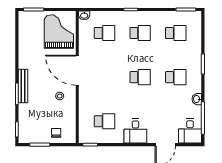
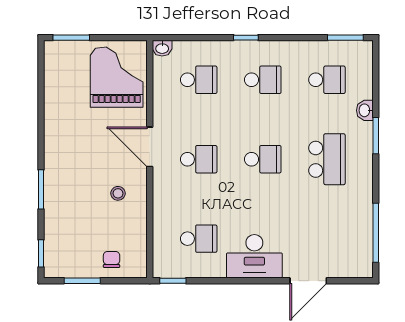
door: (77, 70) -> (150, 147), width x0.73
school desk: (104, 77) -> (199, 159), added
school desk: (176, 77) -> (327, 159), width x1.85
bench: (23, 86) -> (52, 175), removed
washbasin: (197, 99) -> (365, 110), moved
desk: (135, 131) -> (254, 256), width x1.37
desk: (190, 131) -> (353, 256), removed

